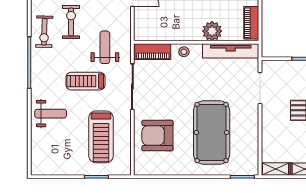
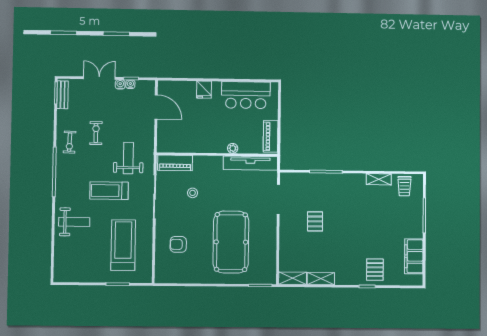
exercise bike: (71, 22) -> (96, 133), width x0.73, depth x0.72
plant: (212, 31) -> (233, 148), width x0.53, depth x0.53
exercise bike: (44, 32) -> (70, 142), width x0.73, depth x0.72
stool: (184, 52) -> (193, 193), moved
armchair: (157, 136) -> (178, 244), width x0.53, depth x0.53
treadmill: (101, 137) -> (123, 245), turned 180

